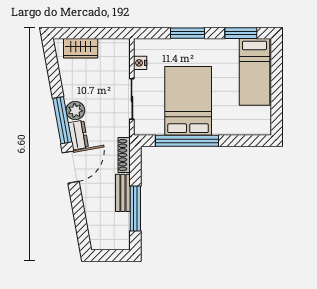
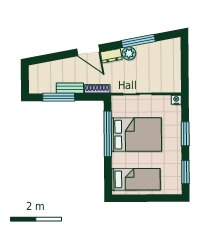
wardrobe: (81, 48) -> (174, 57), removed
nightstand: (140, 63) -> (176, 100), moved
bed: (254, 72) -> (136, 179), moved, turned 180
window: (62, 120) -> (138, 41), moved

